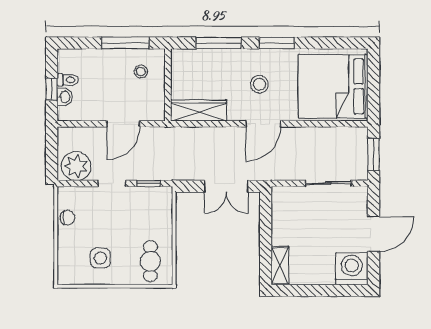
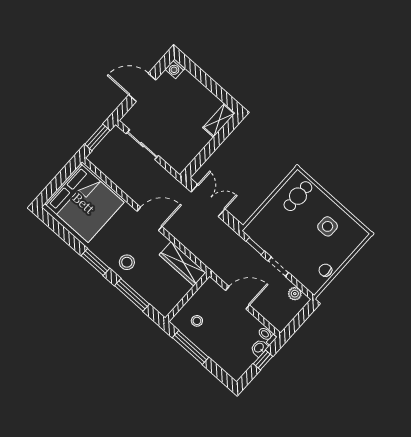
toilet: (68, 80) -> (267, 335), moved
stool: (259, 84) -> (127, 262), moved
plant: (76, 166) -> (295, 294), width x0.53, depth x0.53
washing machine: (352, 269) -> (175, 69), width x0.53, depth x0.53

